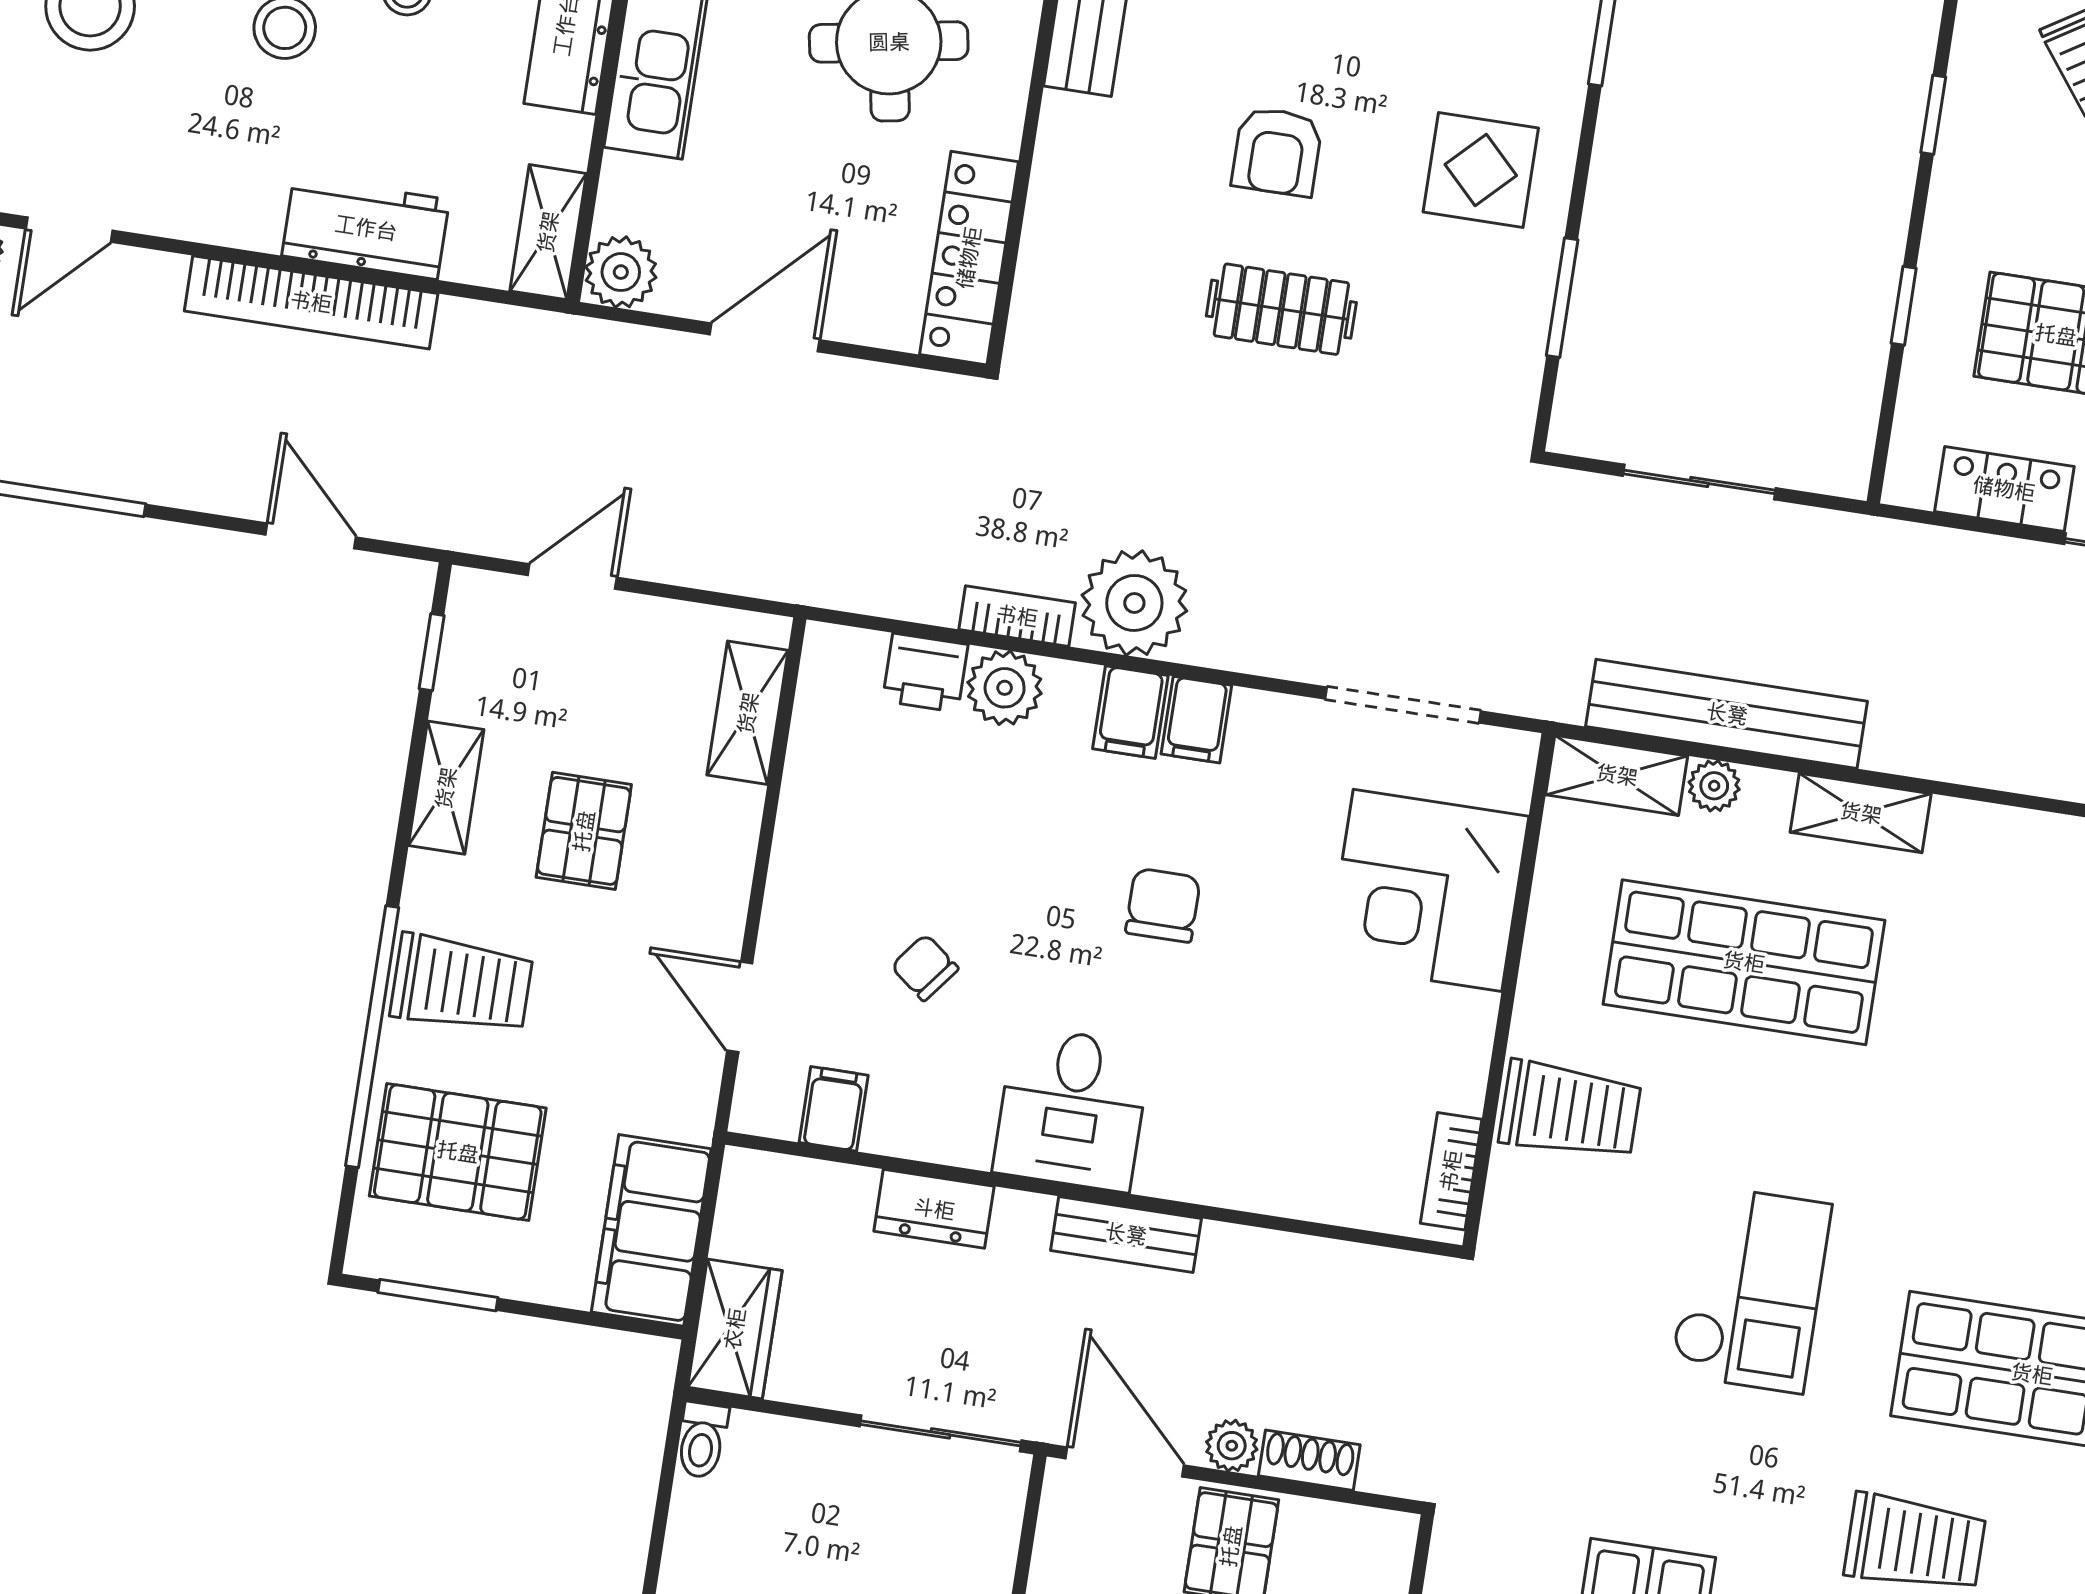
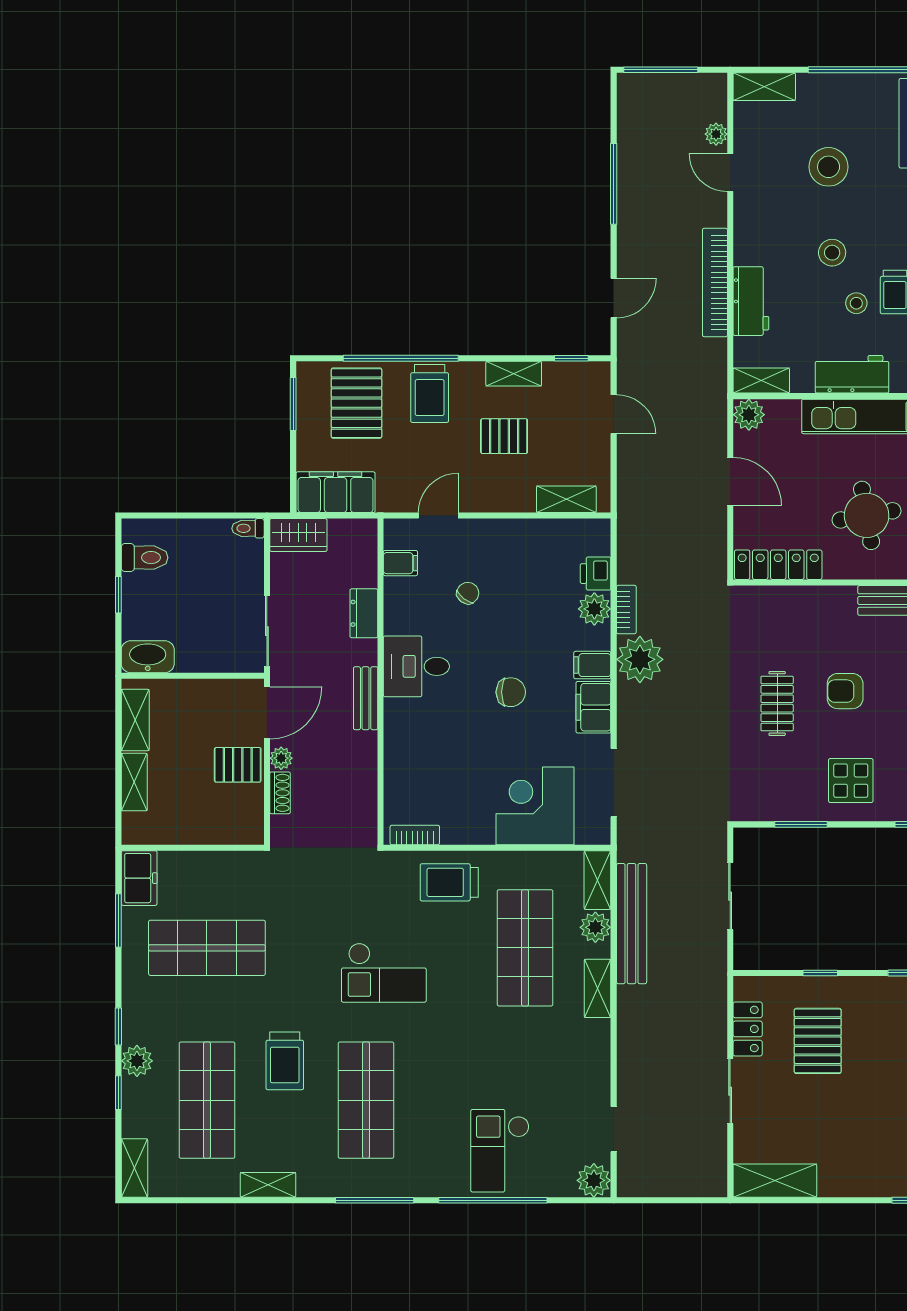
filing cabinet: (1196, 720) -> (593, 707), width x2.00
plant: (1714, 786) -> (595, 927), width x1.38, depth x1.38
trolley: (1570, 1110) -> (449, 882), turned 90

